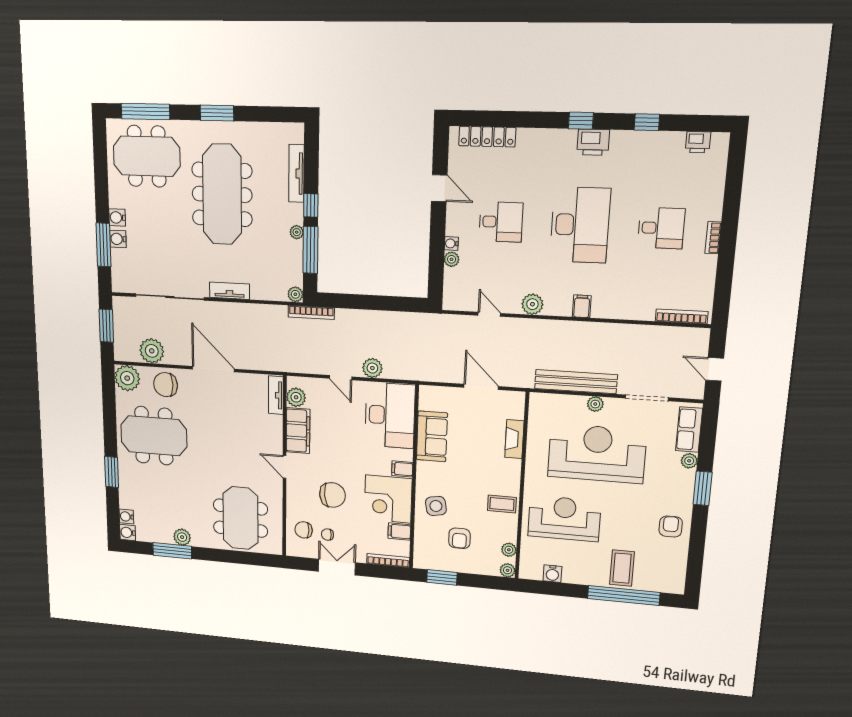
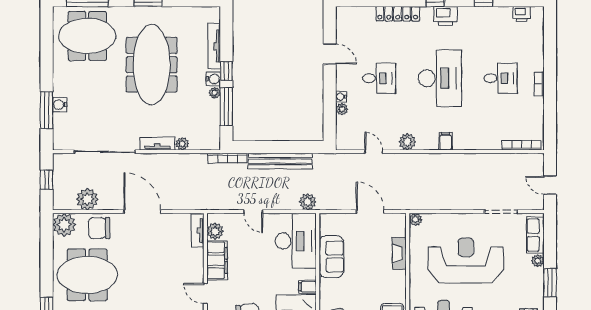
locker: (487, 137) -> (398, 14), moved
water cooler: (117, 217) -> (213, 79), moved, turned 180
plant: (295, 294) -> (182, 144), moved
window: (106, 326) -> (47, 180), width x0.67
plant: (372, 368) -> (308, 202), moved
bench: (576, 382) -> (280, 161), moved
plant: (595, 404) -> (415, 219), moved

